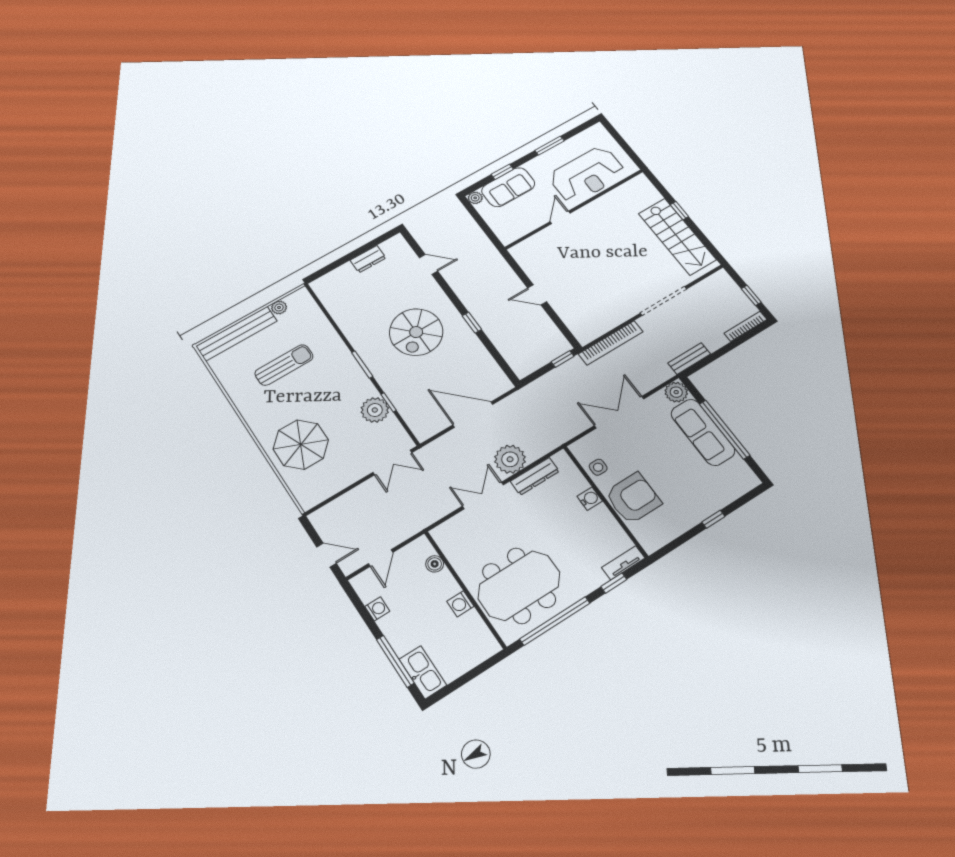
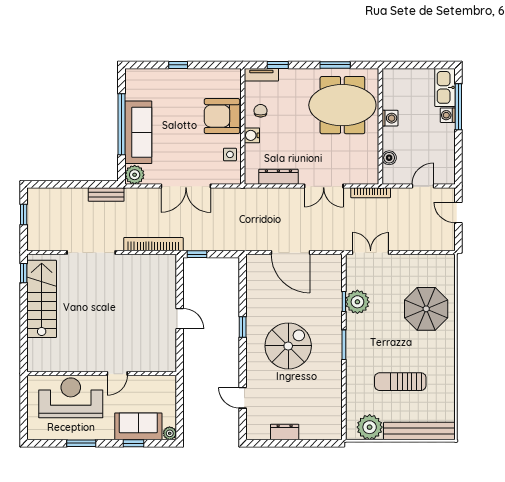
window: (679, 211) -> (24, 273), moved
plant: (279, 307) -> (370, 427), width x1.88, depth x1.88
bookcase: (746, 326) -> (371, 193), moved
plant: (510, 459) -> (287, 201), removed
chair: (598, 527) -> (261, 111), added
washing machine: (377, 609) -> (448, 115), moved
window: (555, 621) -> (335, 65), width x0.47

